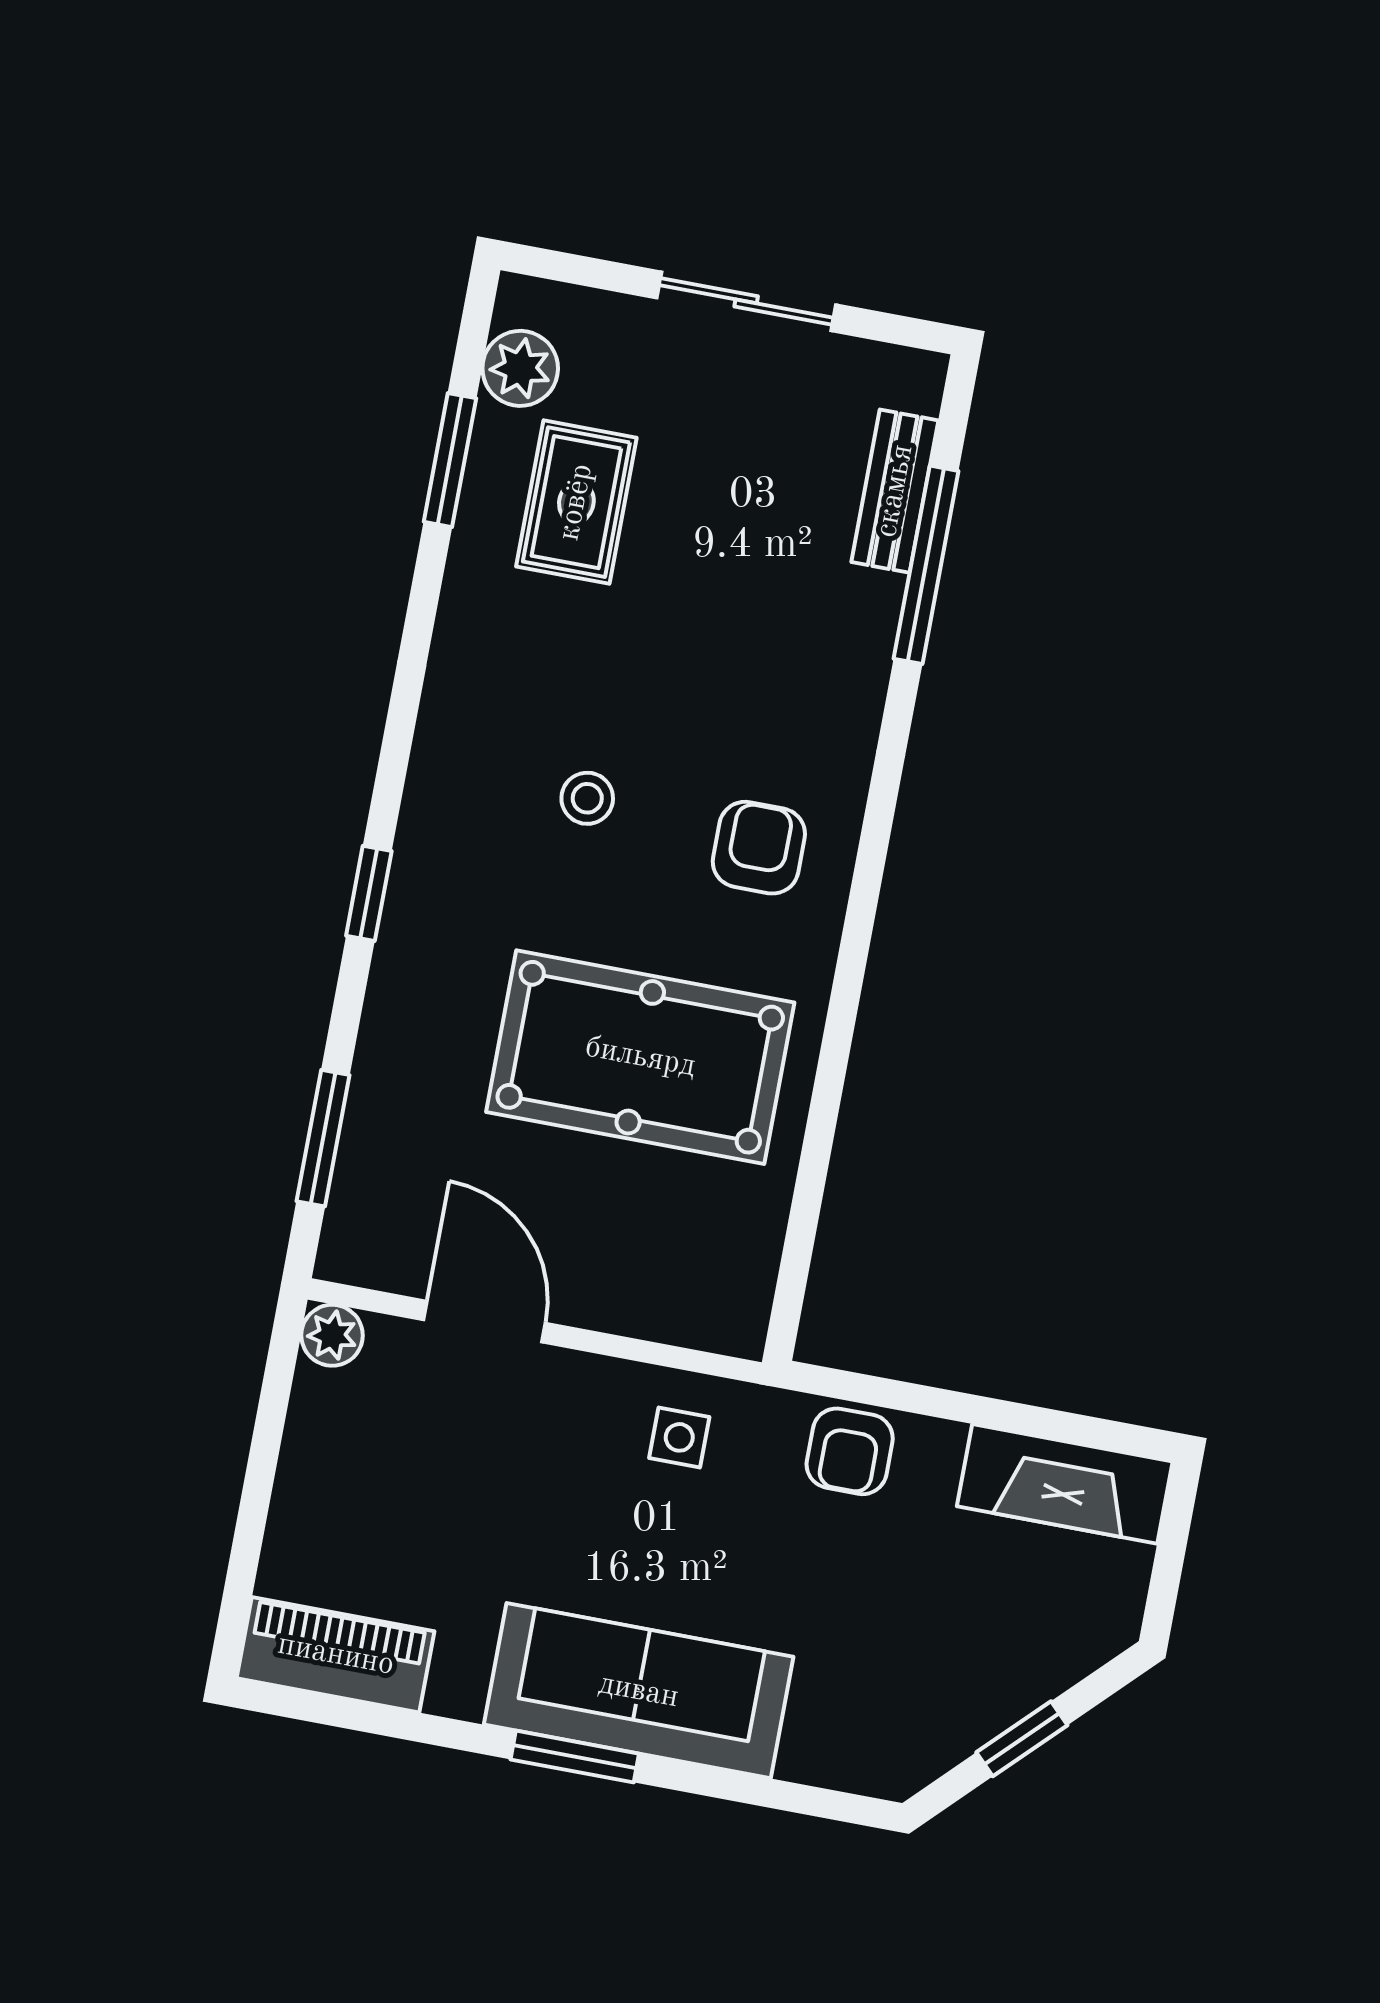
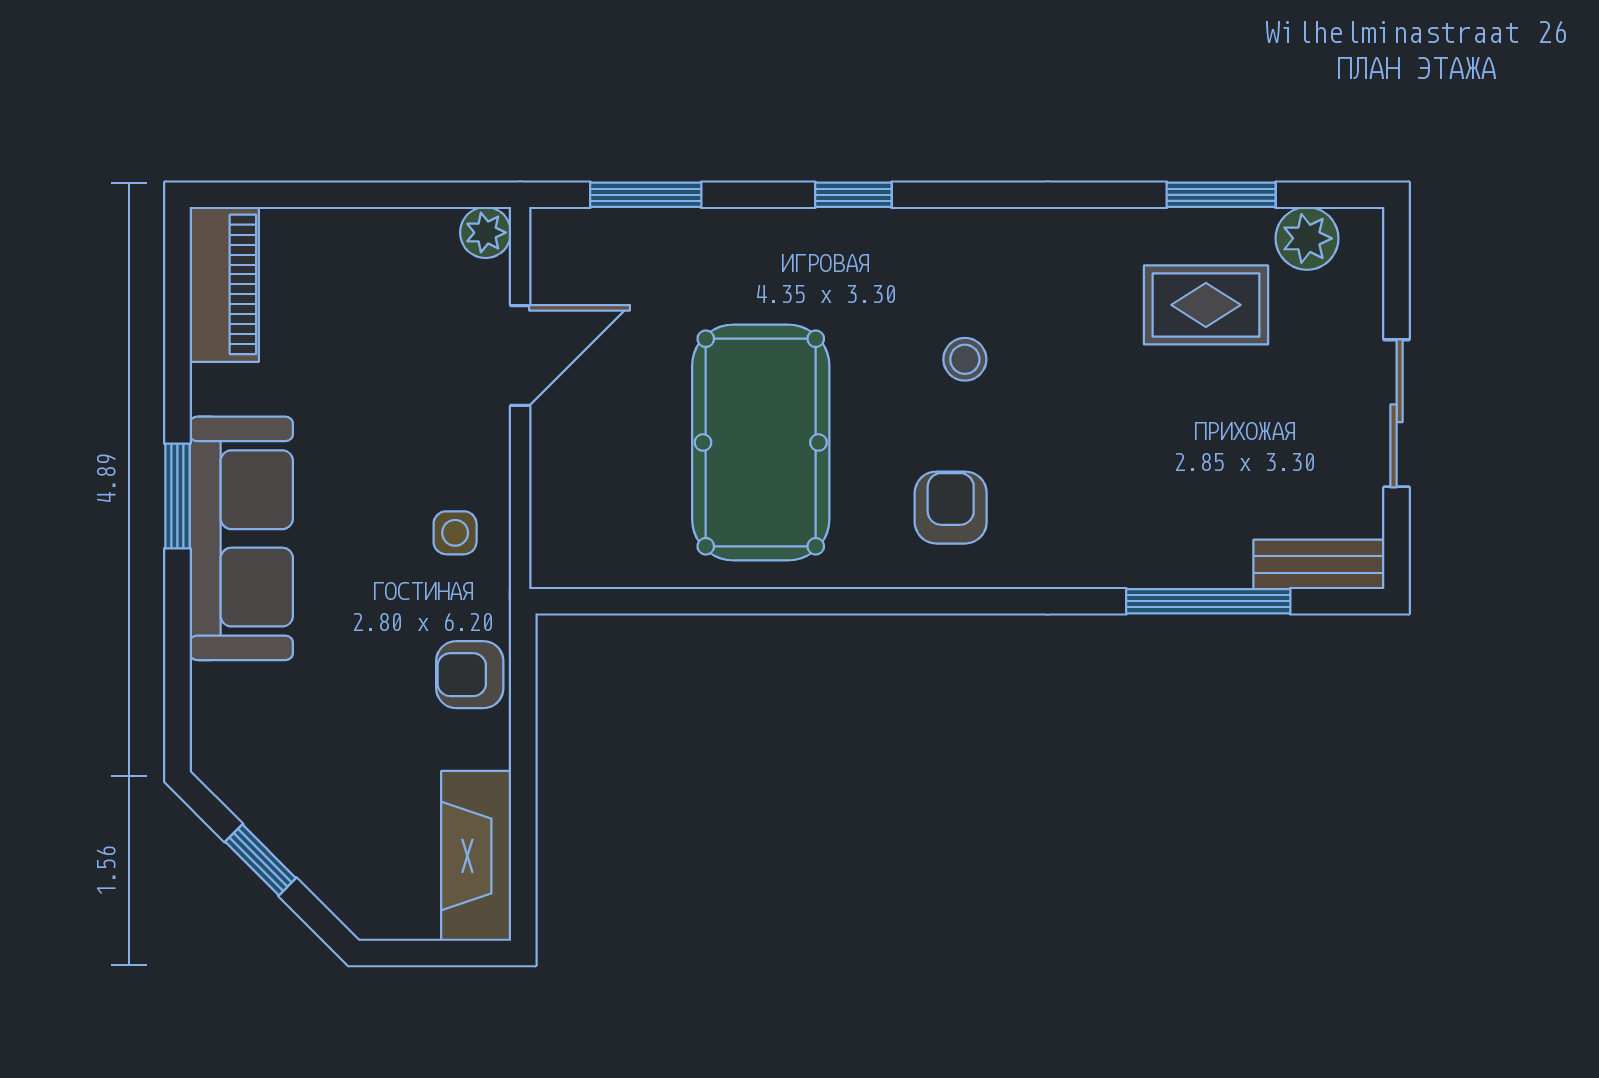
bench: (895, 491) -> (1318, 564), moved
armchair: (759, 848) -> (951, 508), turned -90

